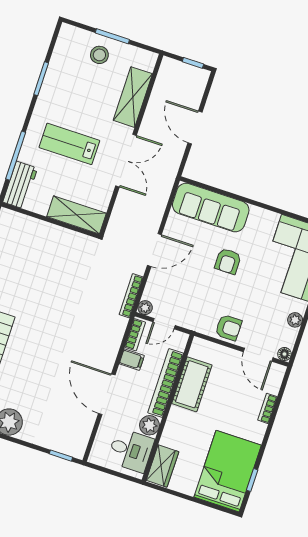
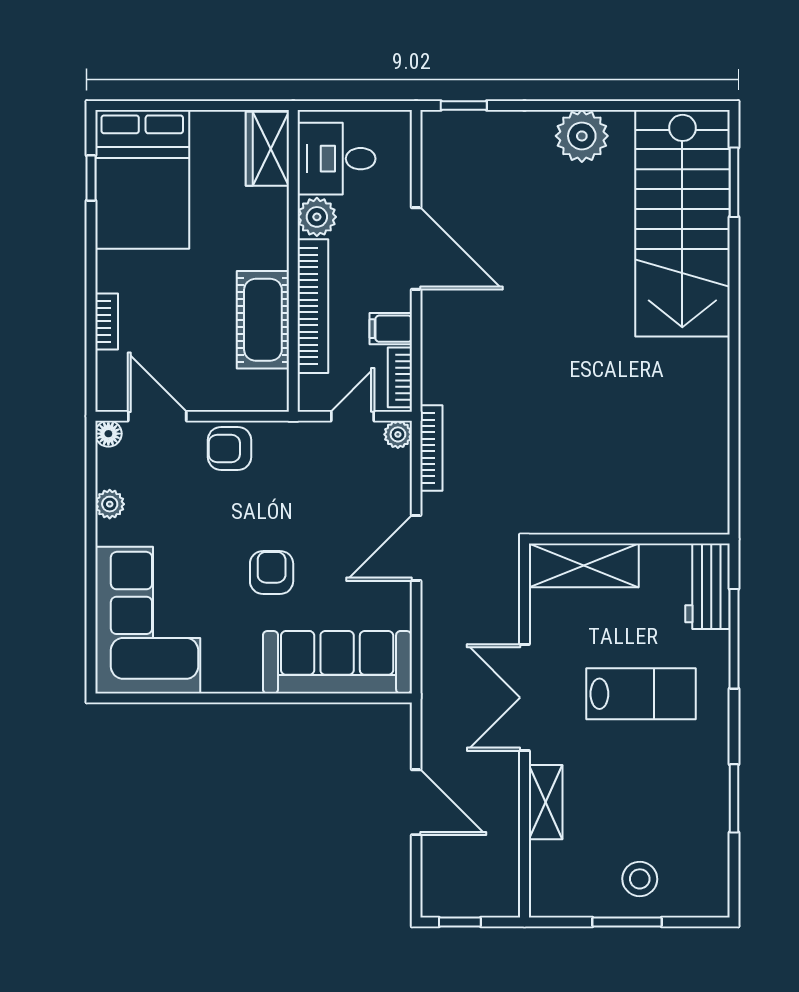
shelving: (133, 97) -> (546, 802), width x0.67, depth x0.75

